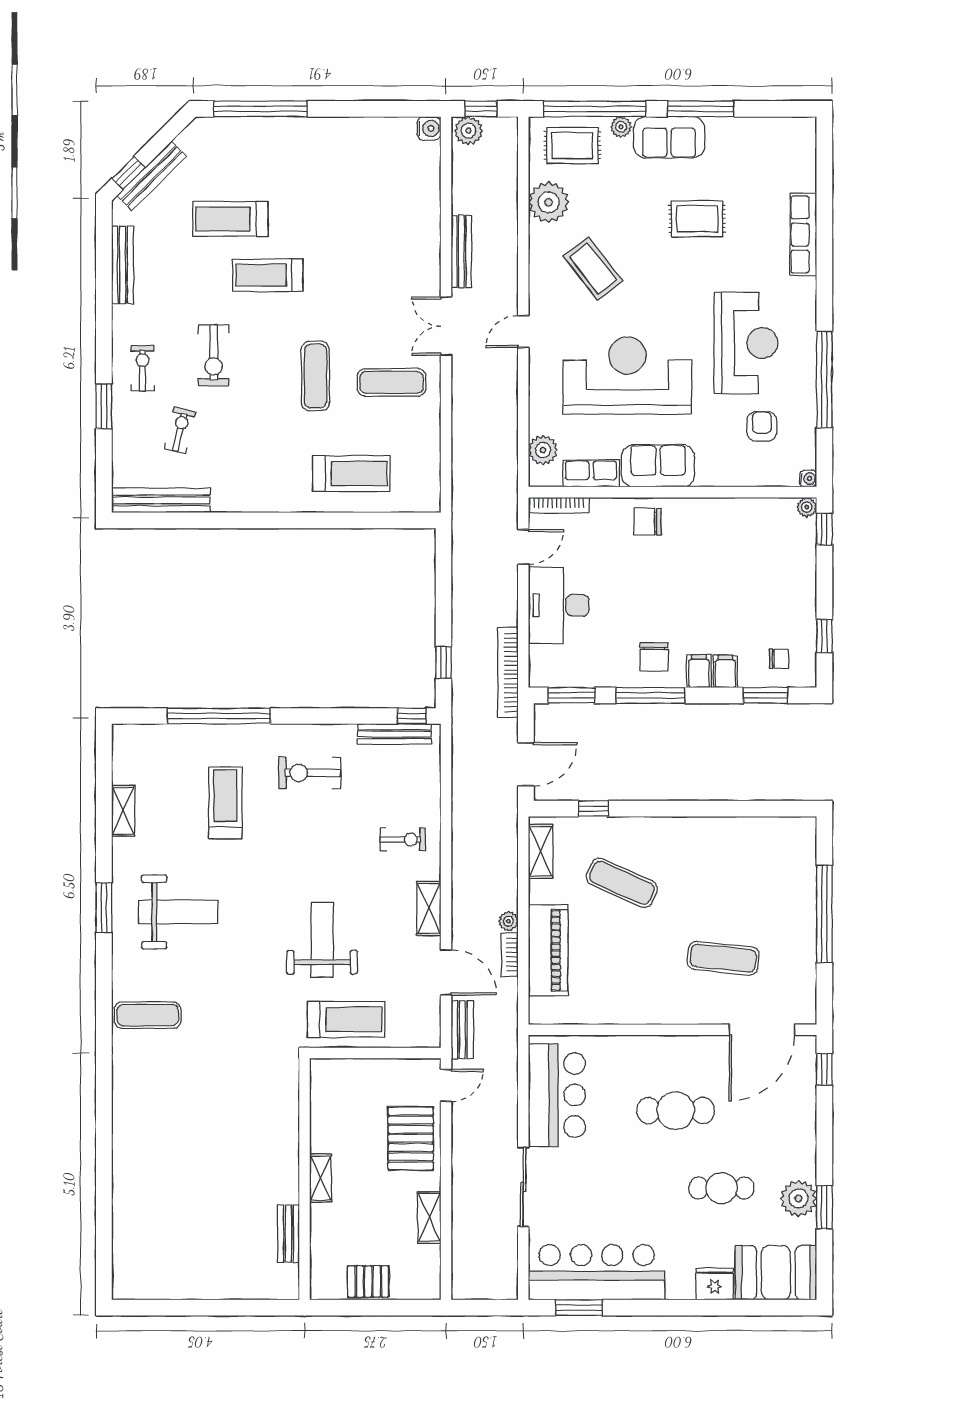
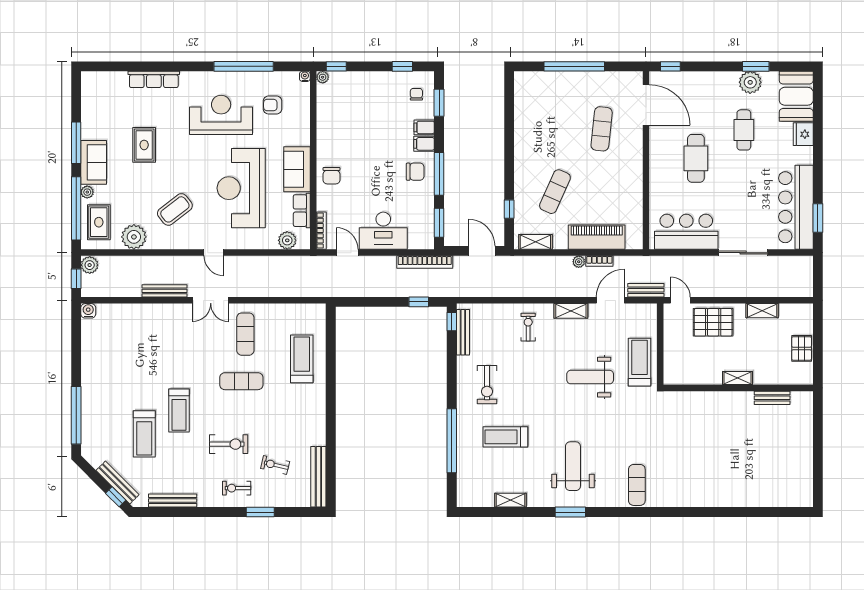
plant: (469, 131) -> (90, 265), moved

